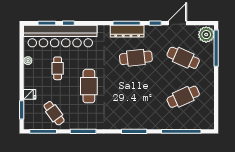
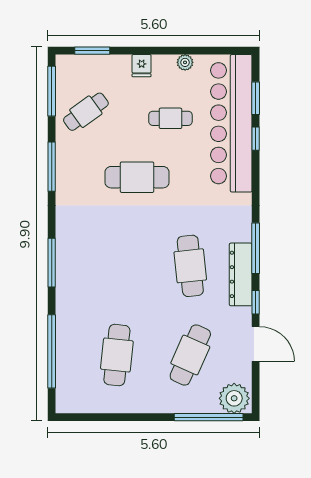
dresser: (127, 31) -> (241, 274), moved
fridge: (30, 94) -> (142, 66), moved
cafe table: (183, 97) -> (117, 355), turned 30

